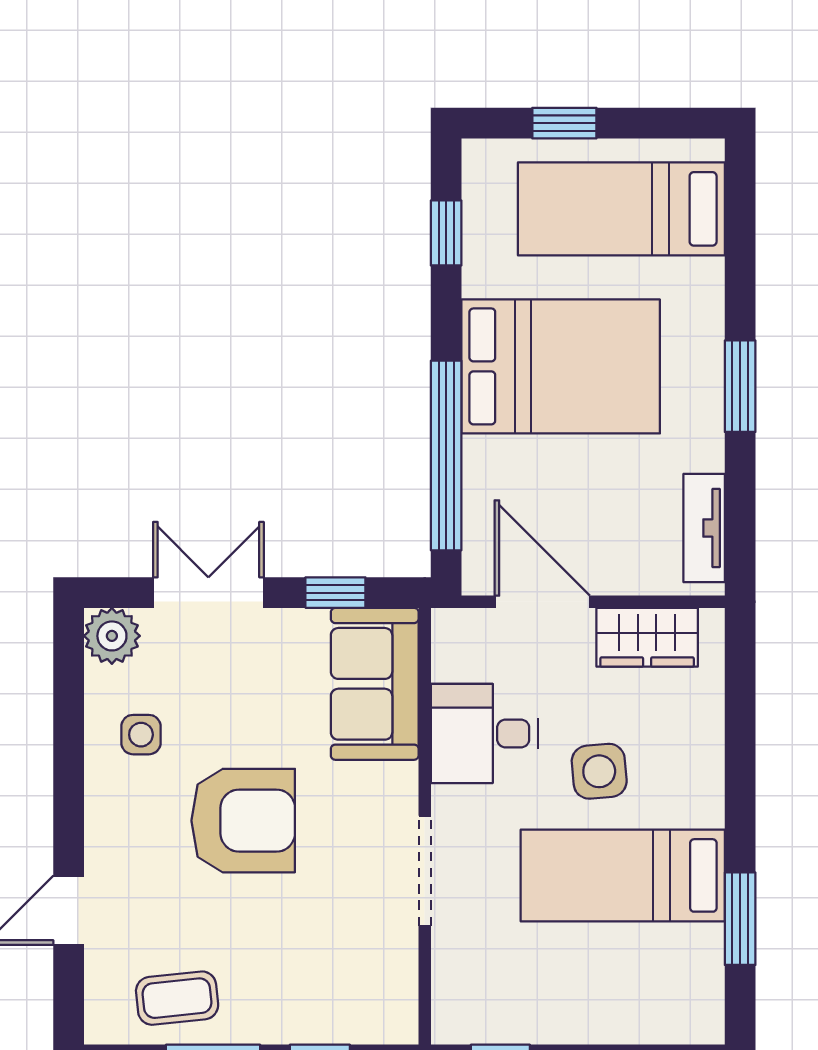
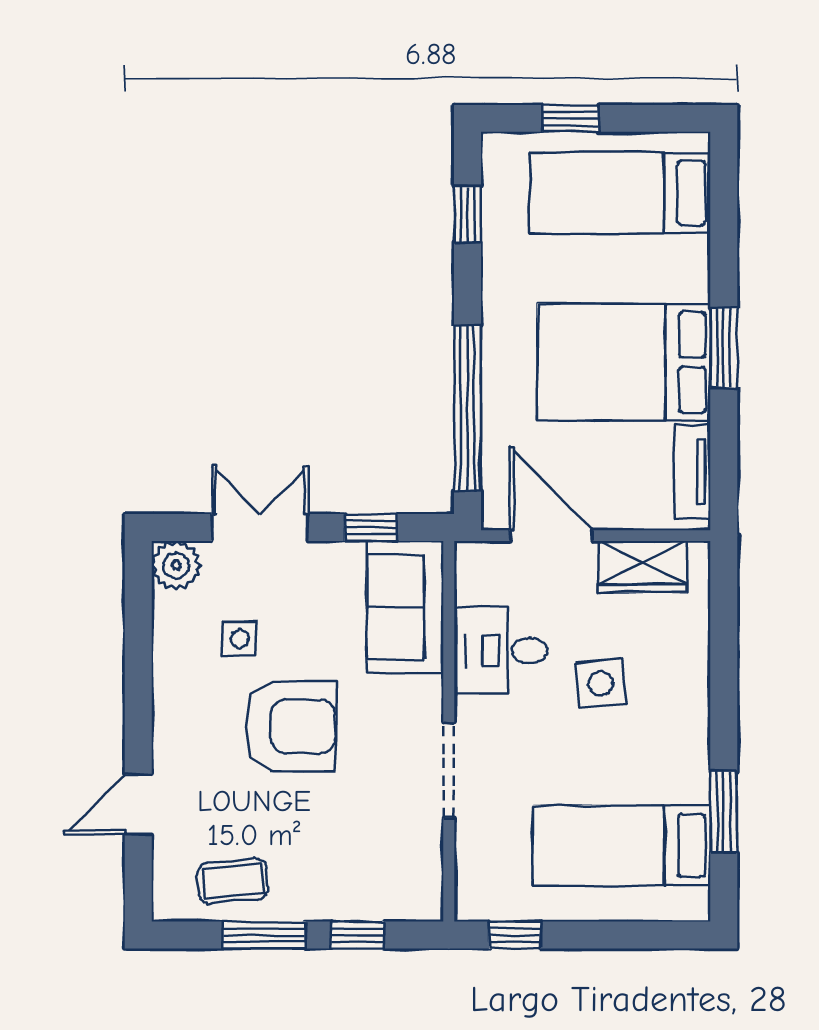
bed: (561, 366) -> (624, 362), moved, turned 180
side table: (141, 735) -> (239, 639), moved
bed: (623, 875) -> (621, 845), moved

